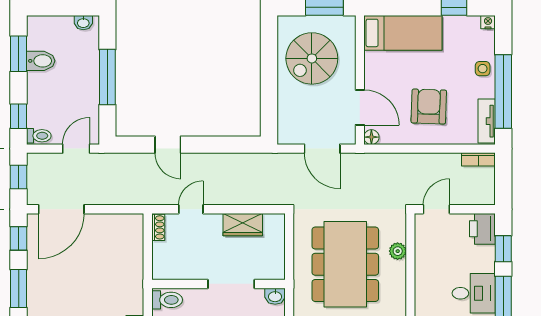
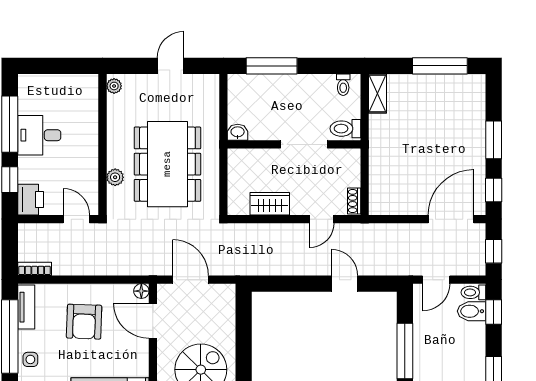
bidet: (41, 61) -> (472, 311), moved
door: (436, 209) -> (76, 219), swing flipped
doorway: (231, 284) -> (304, 144), moved

